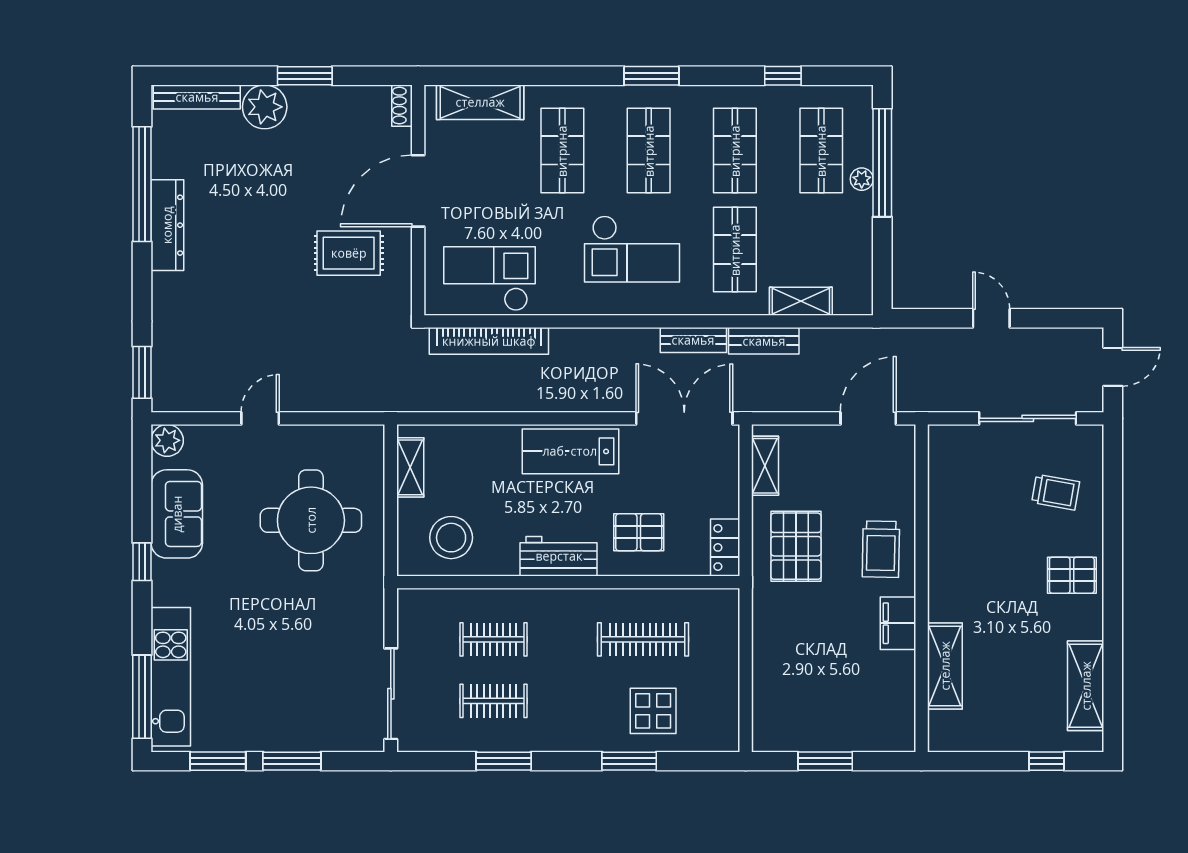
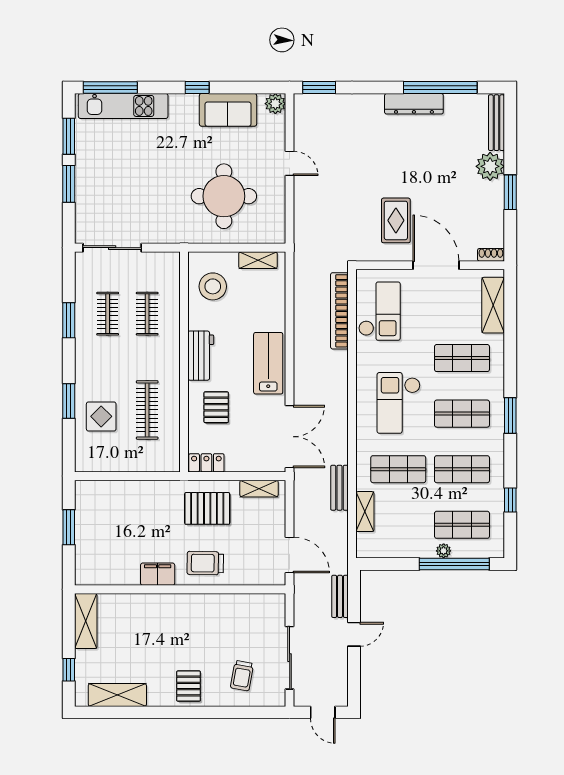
bench: (693, 340) -> (340, 596), moved
shelving: (945, 666) -> (86, 621), moved, turned 90

